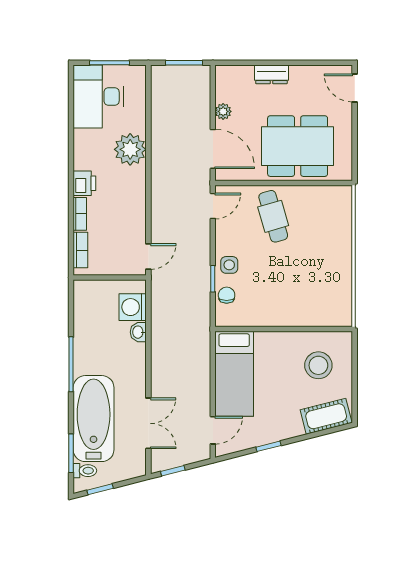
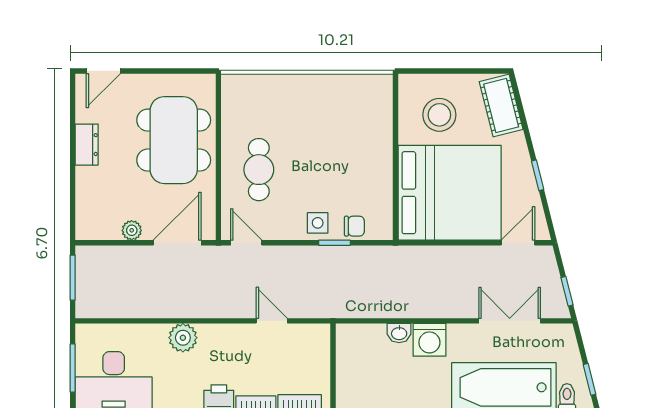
dresser: (271, 74) -> (87, 145), moved
plant: (130, 149) -> (183, 338), width x0.73, depth x0.73
cafe table: (273, 216) -> (259, 170), turned -74
door: (148, 256) -> (272, 321), moved
chair: (227, 295) -> (354, 226), turned 180
washing machine: (133, 307) -> (429, 340), moved
bed: (234, 374) -> (450, 193), width x2.04
door: (213, 430) -> (518, 243), hinge flipped

